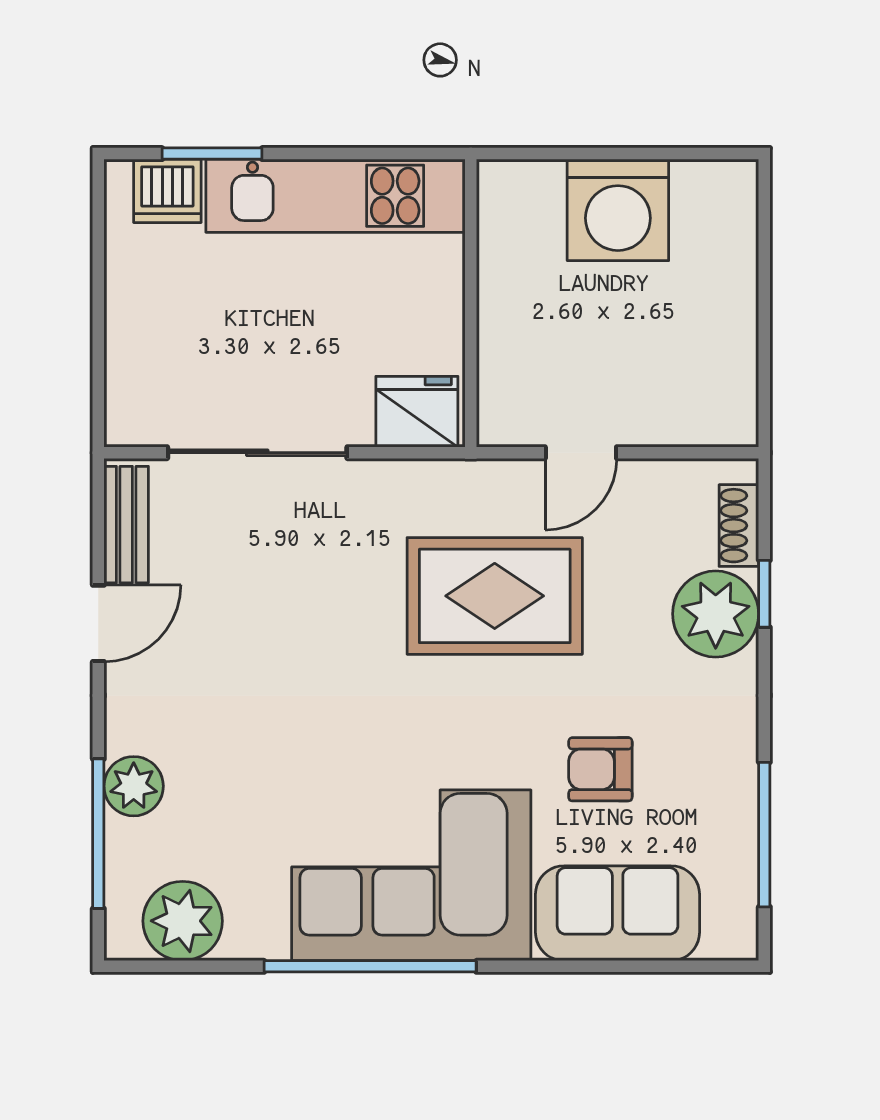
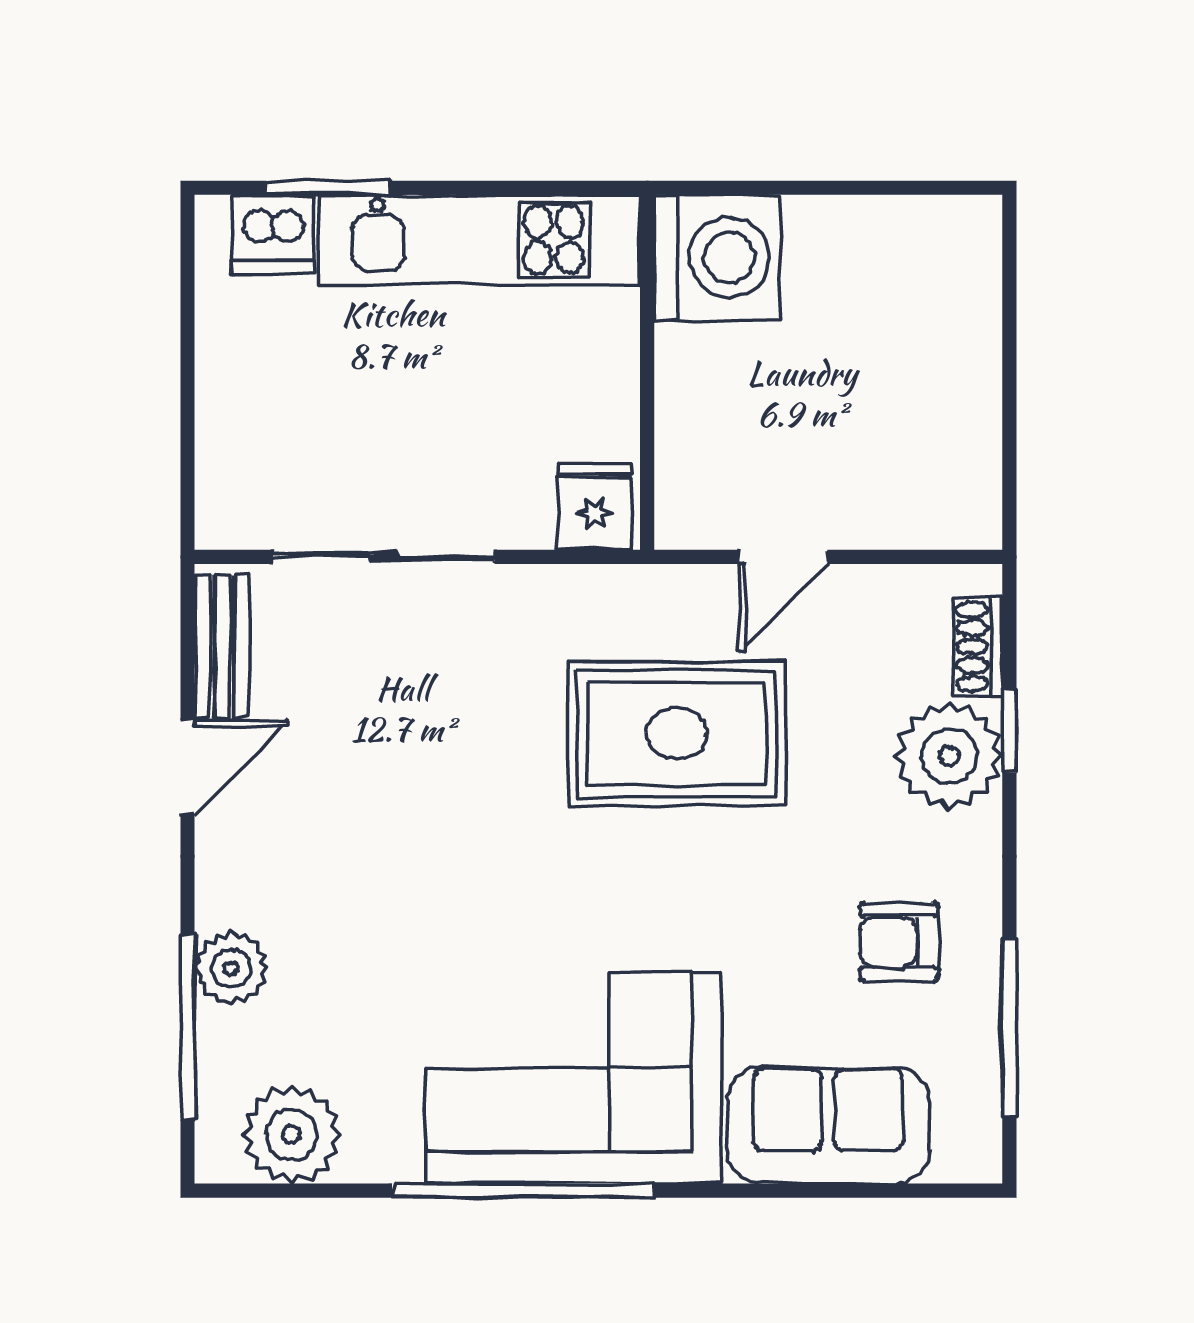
washing machine: (618, 210) -> (717, 257), moved, turned -90
fridge: (417, 412) -> (595, 506), width x0.72
armchair: (600, 769) -> (899, 942), moved

